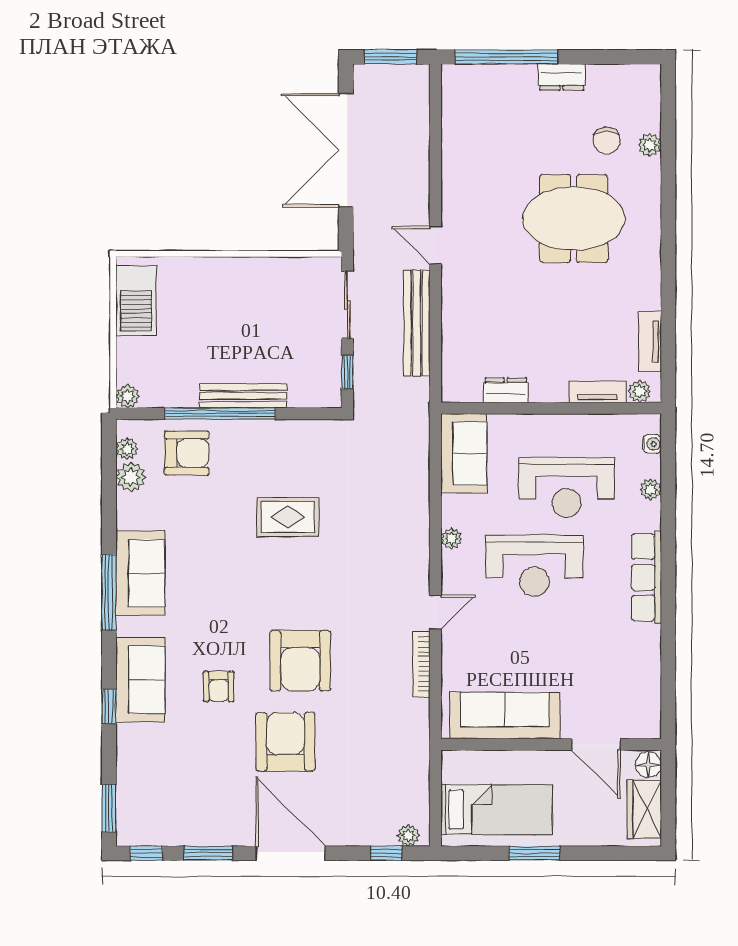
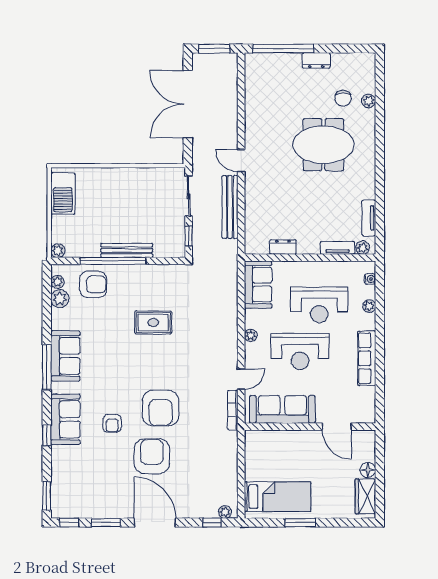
sofa: (505, 715) -> (282, 409), moved
wall: (551, 744) -> (310, 427), moved
door: (596, 744) -> (337, 427), moved

